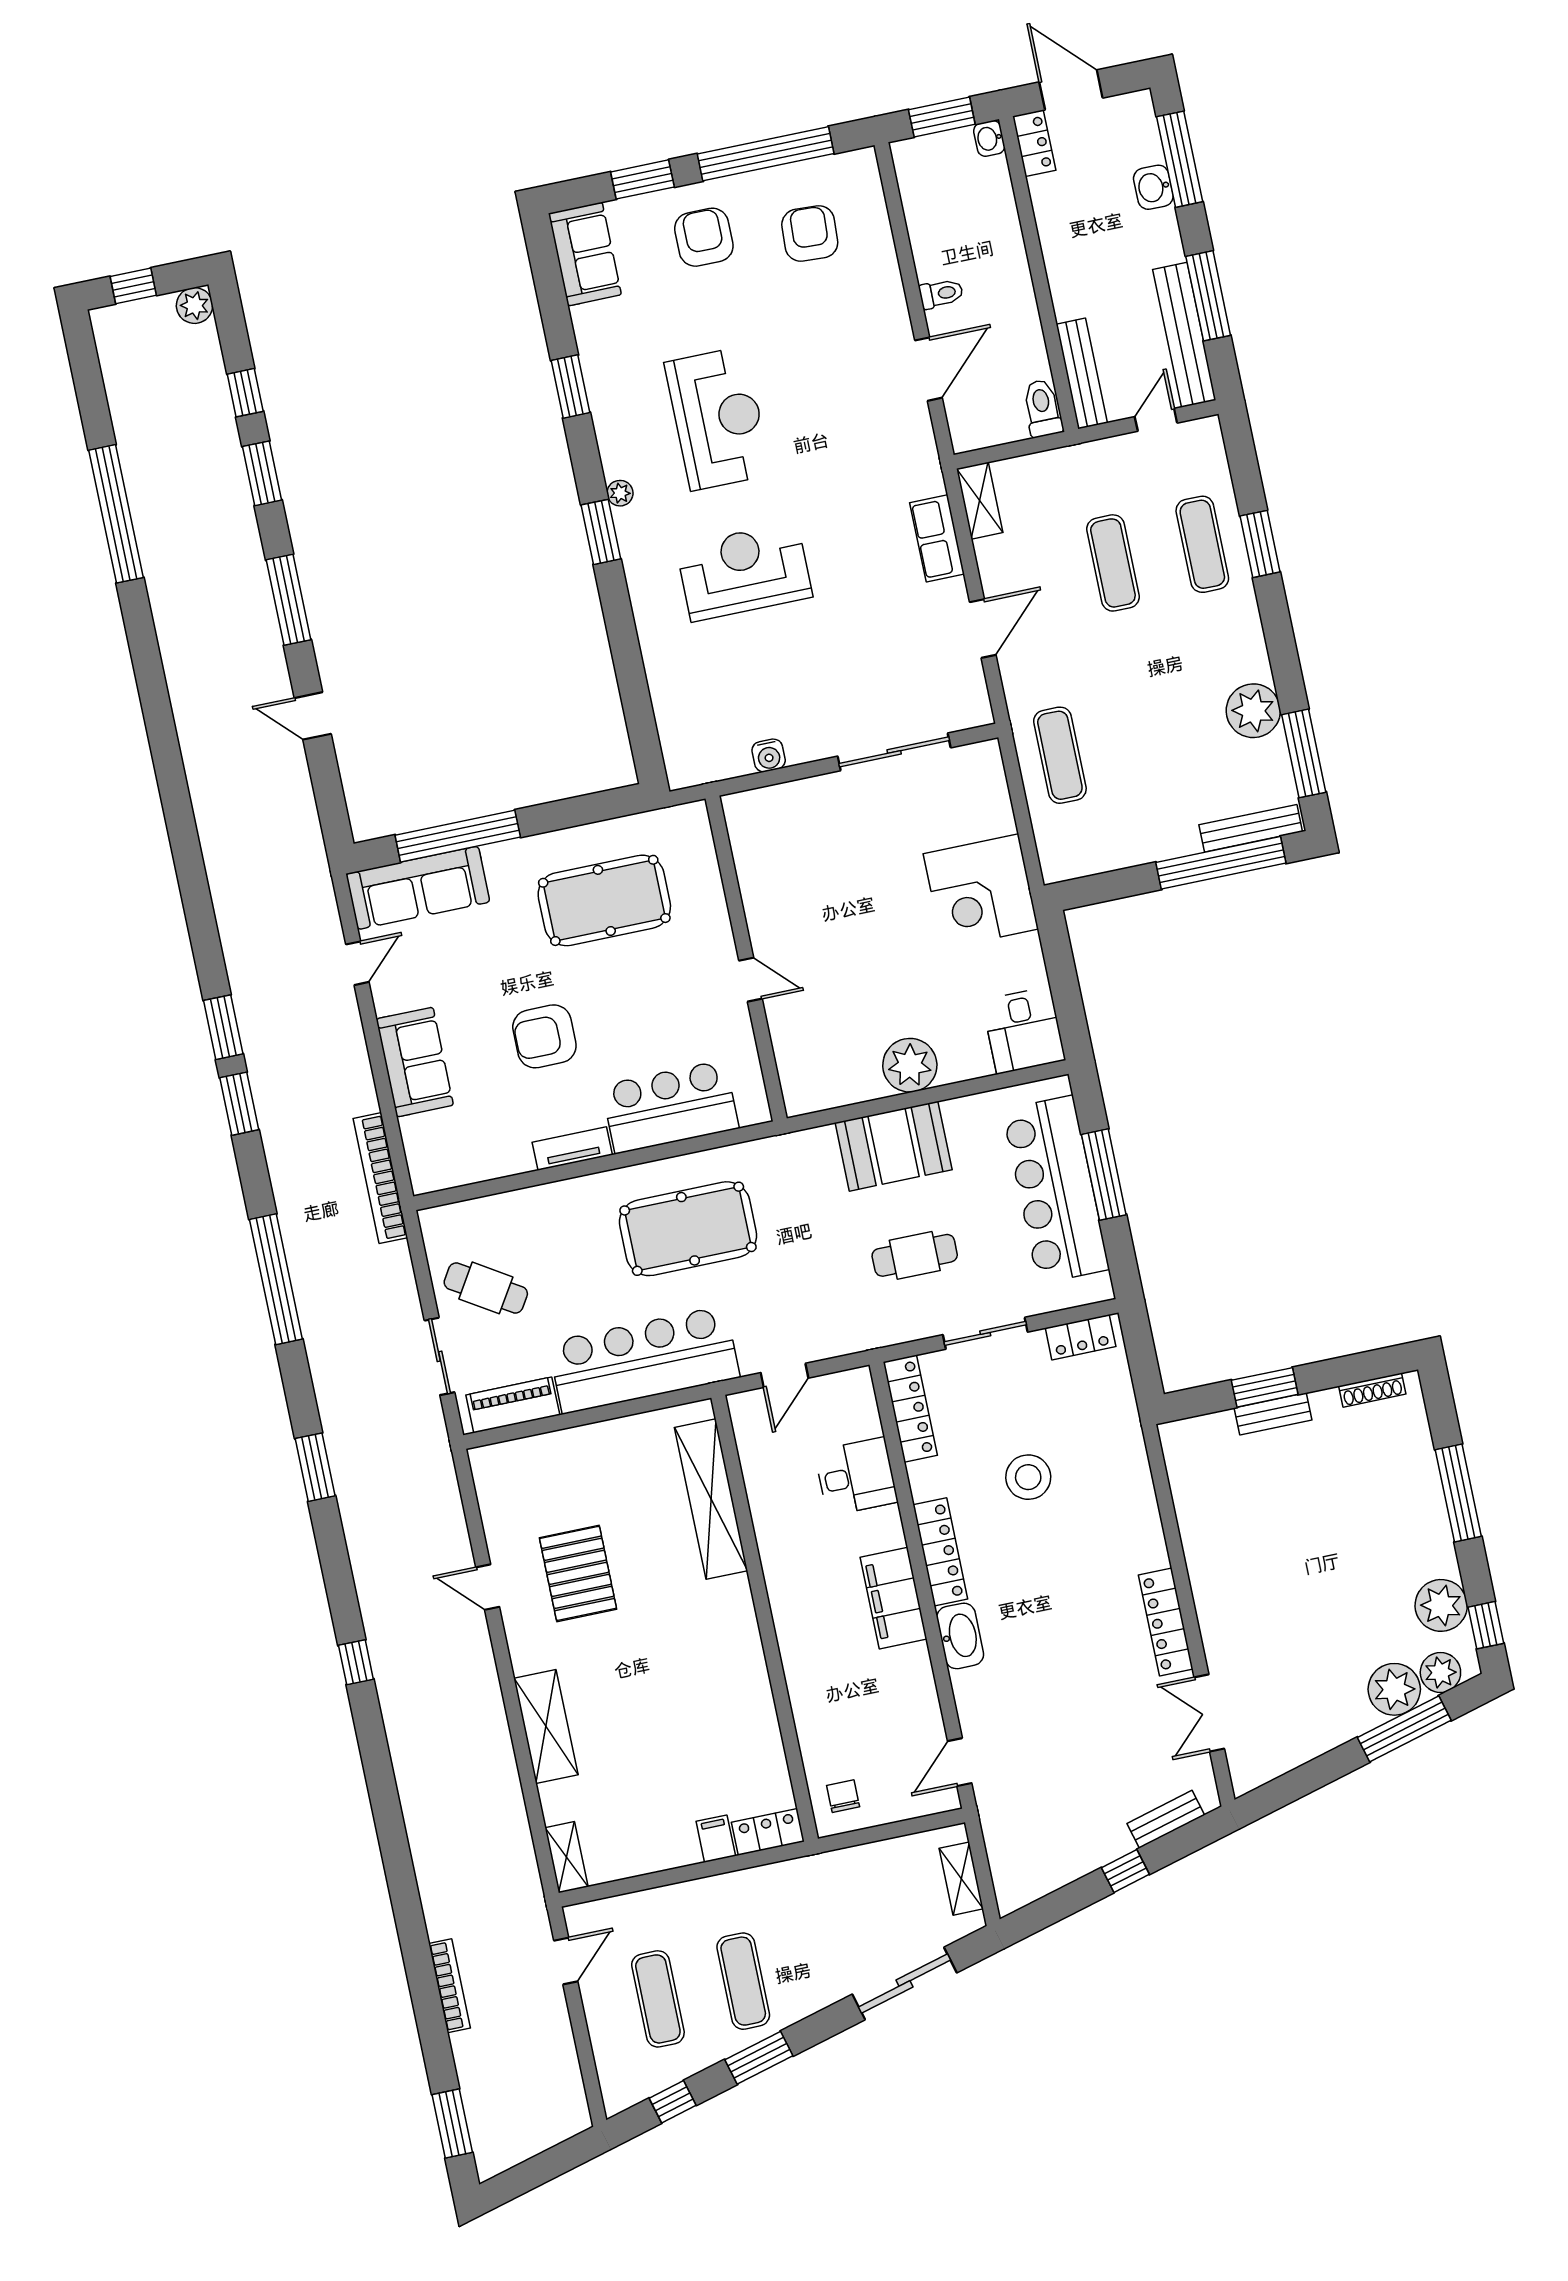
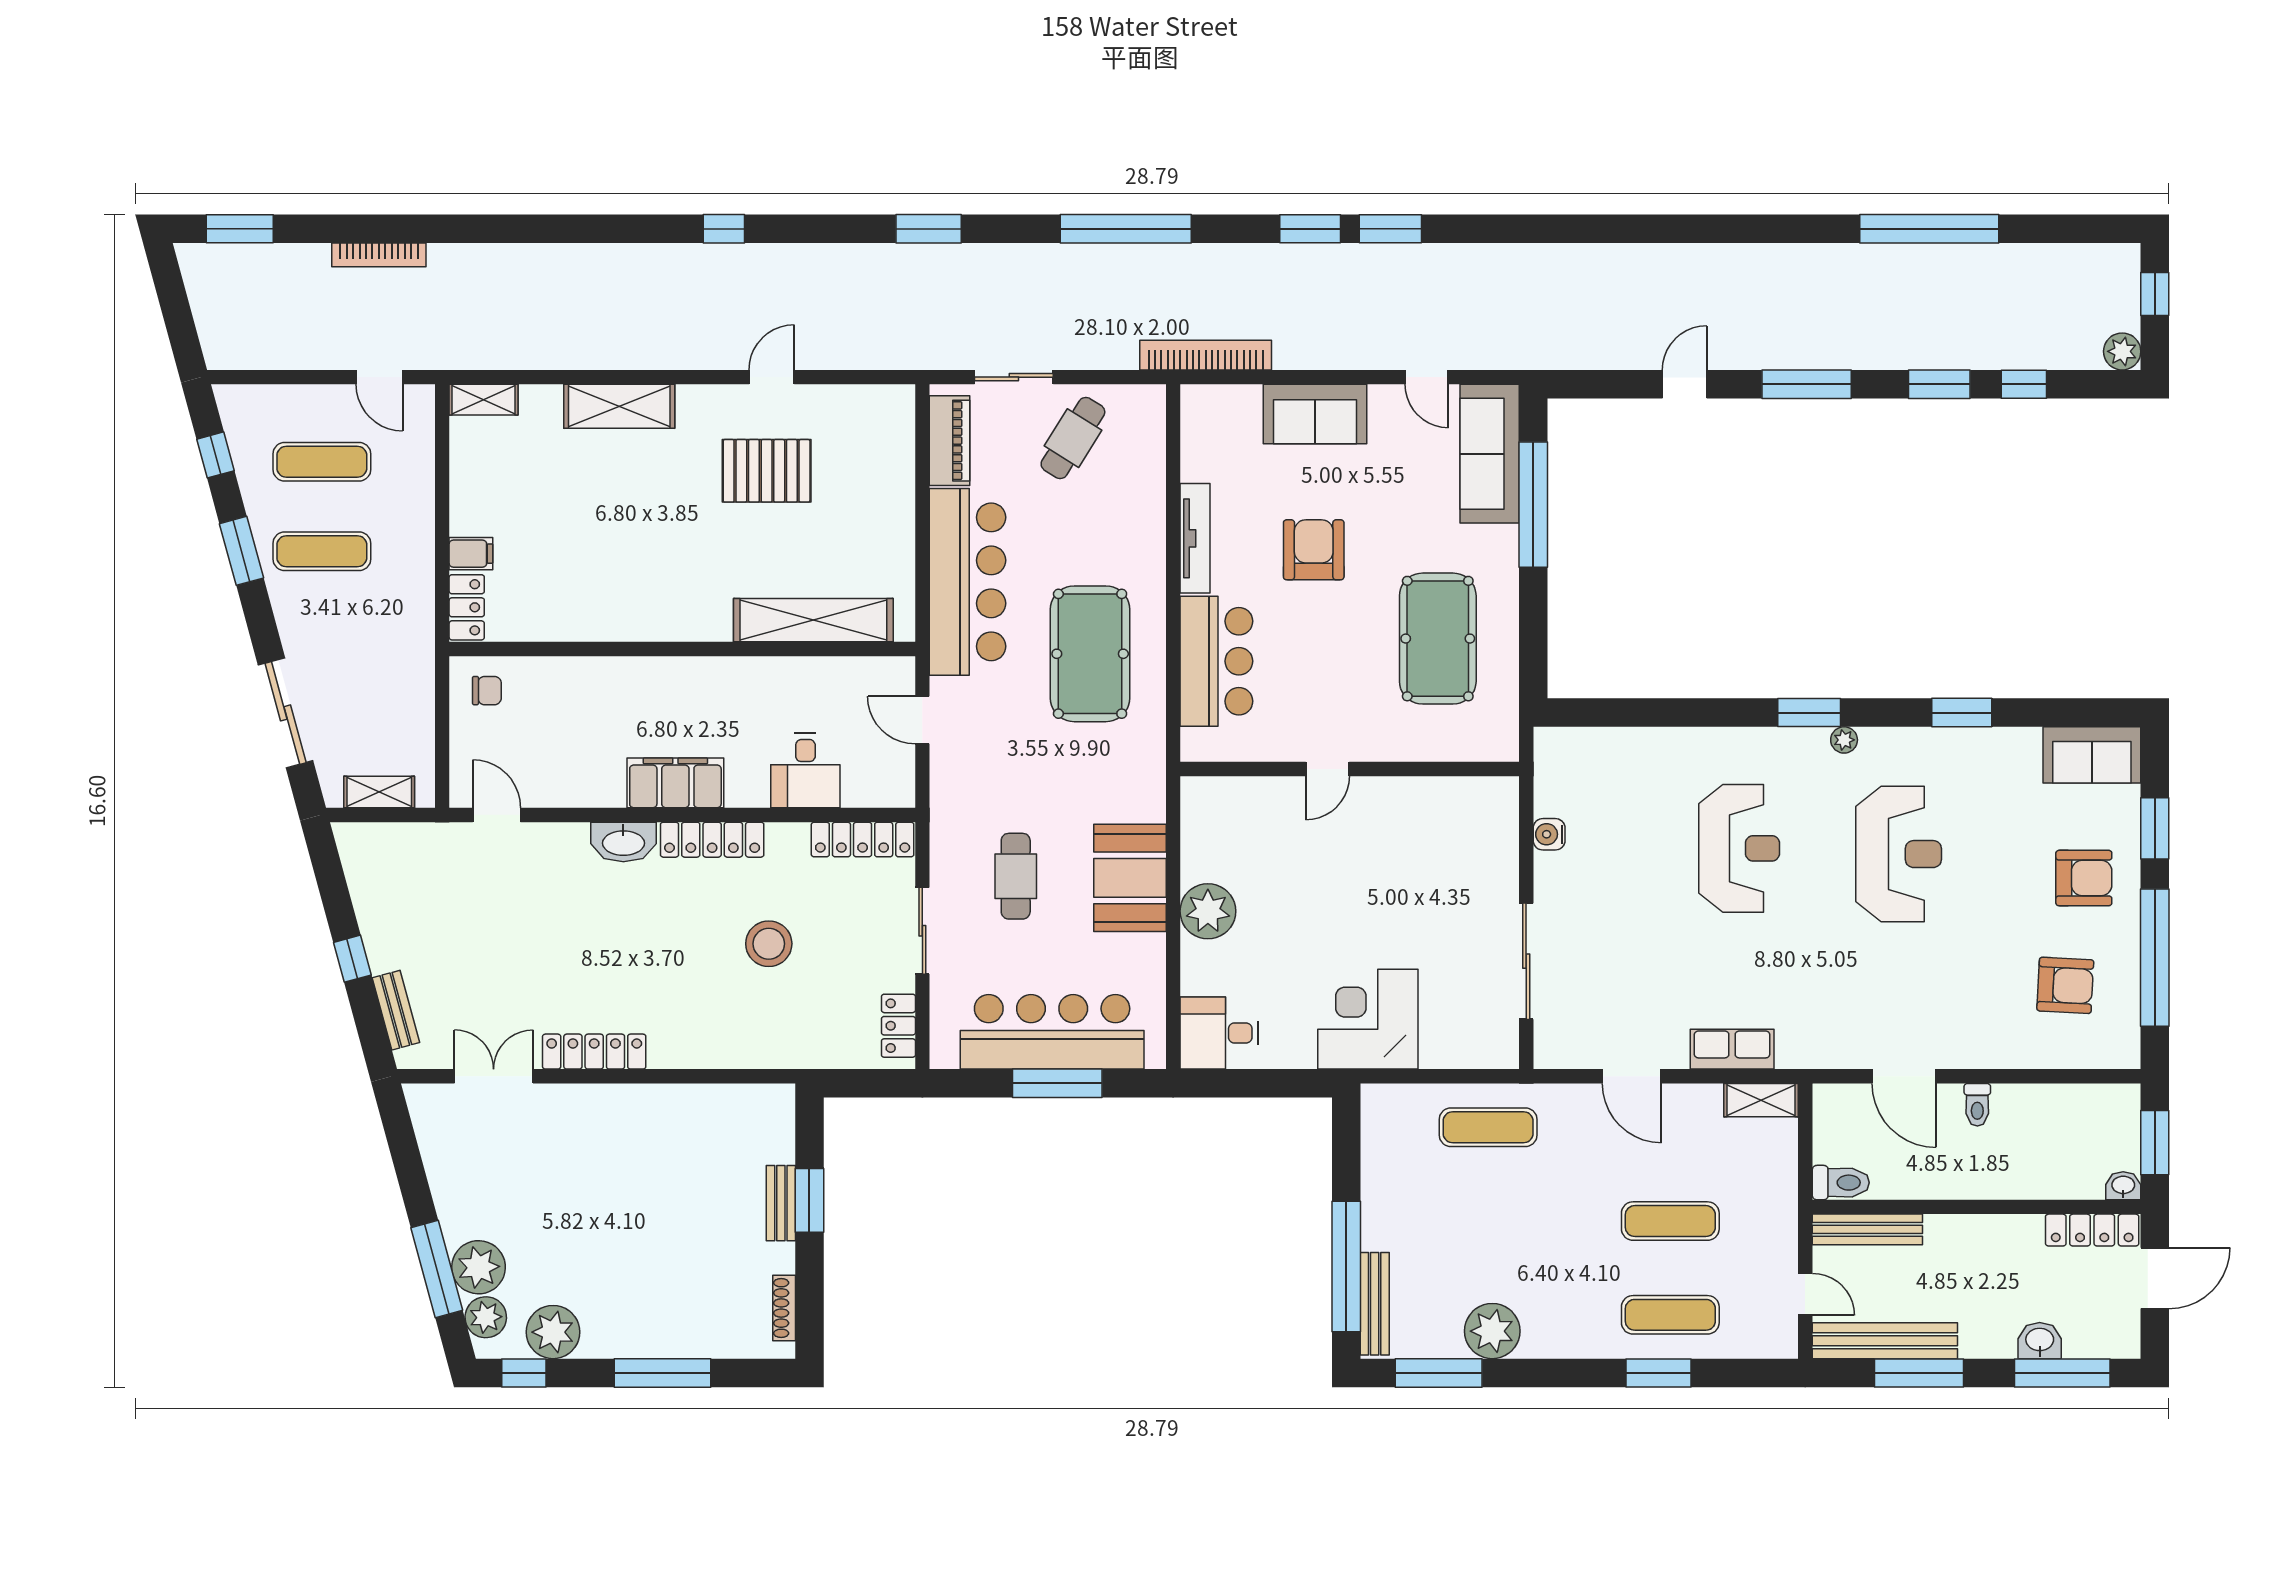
locker: (1034, 143) -> (2092, 1230), width x1.53
reception desk: (718, 418) -> (1899, 854), turned -90
tv unit: (572, 1149) -> (1195, 538), width x1.41

